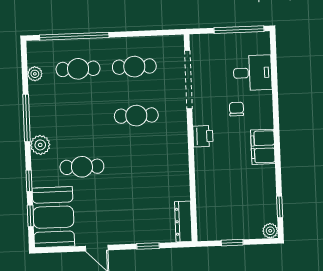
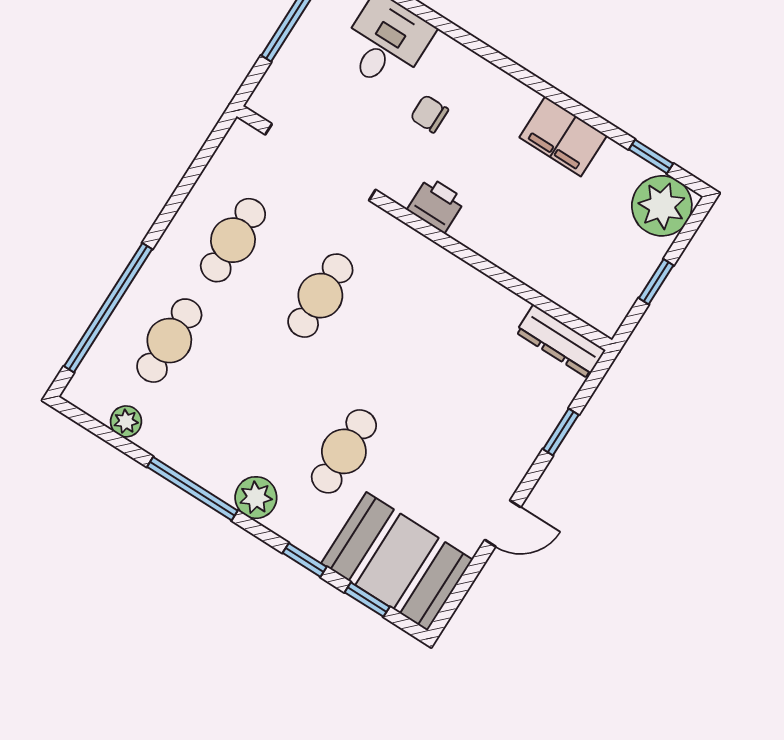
filing cabinet: (263, 147) -> (563, 136), moved
plant: (270, 231) -> (662, 206), width x1.88, depth x1.88

